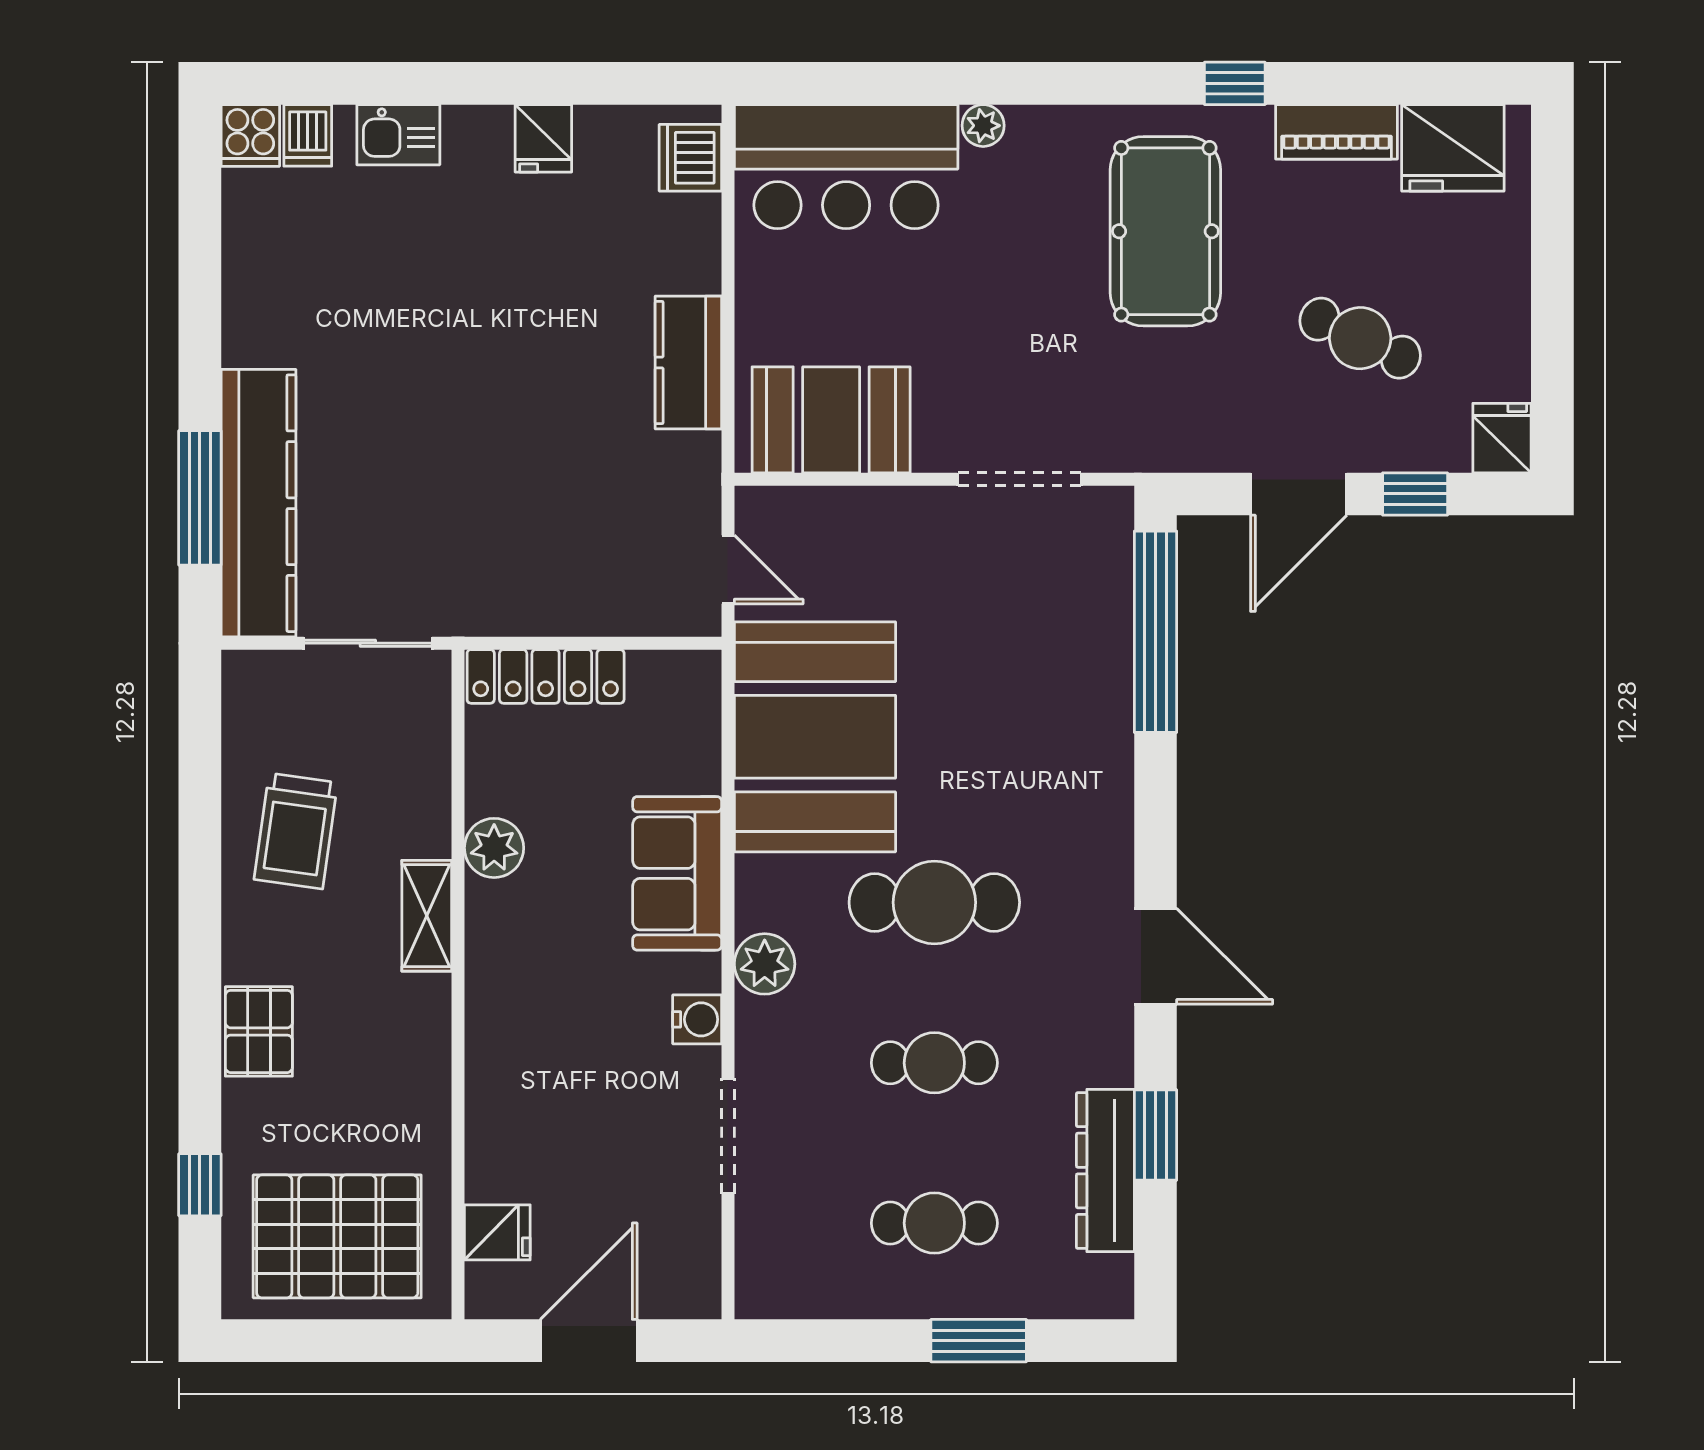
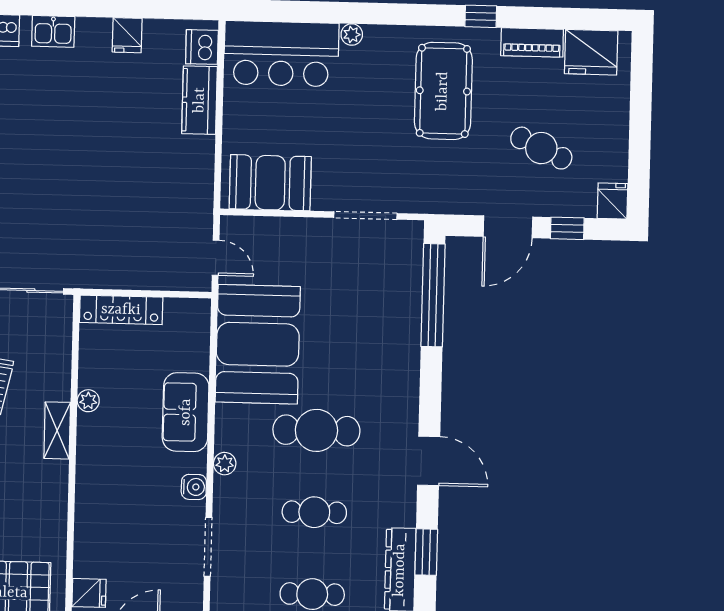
kitchen counter: (688, 363) -> (200, 100), moved
plant: (494, 848) -> (88, 401), width x0.73, depth x0.73
plant: (765, 964) -> (225, 464), width x0.73, depth x0.73

